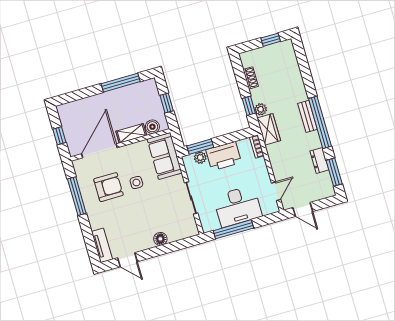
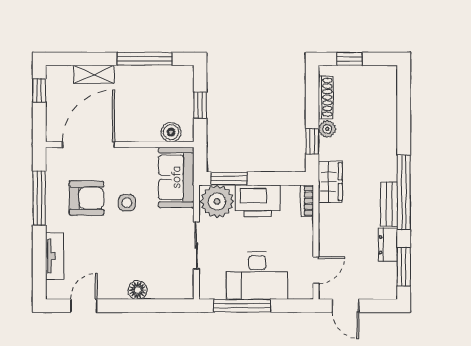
window: (271, 40) -> (350, 59), moved
shoe rack: (251, 78) -> (326, 97), width x1.43
plant: (261, 109) -> (327, 129), moved
bench: (308, 116) -> (389, 204), moved
shelving: (131, 133) -> (94, 74), moved
window: (59, 136) -> (39, 90), moved
plant: (200, 158) -> (217, 201), width x1.88, depth x1.88
tv unit: (102, 245) -> (55, 256), moved
door: (127, 260) -> (84, 306), swing flipped

